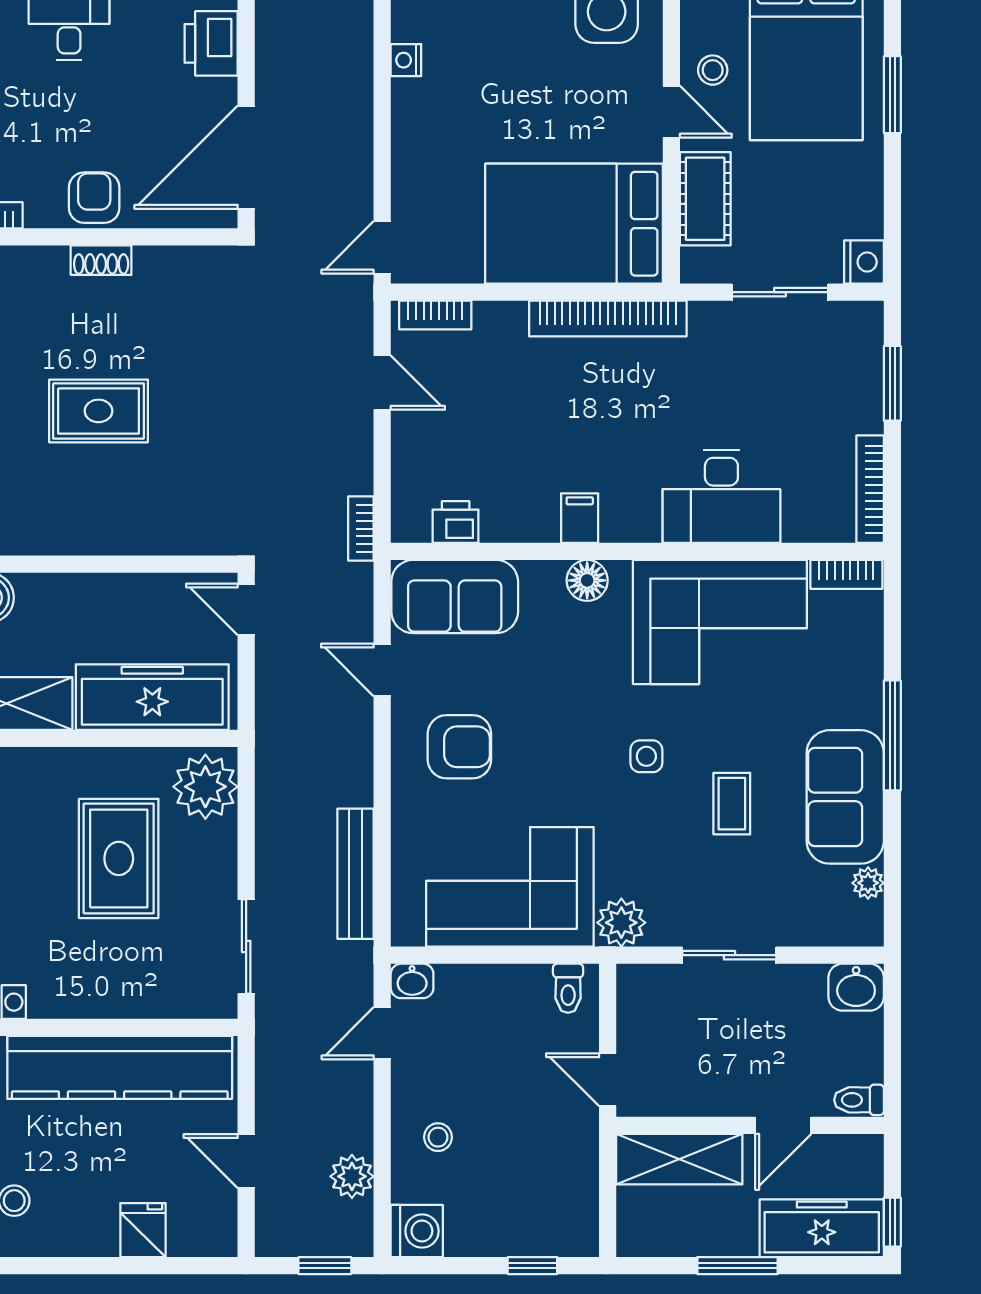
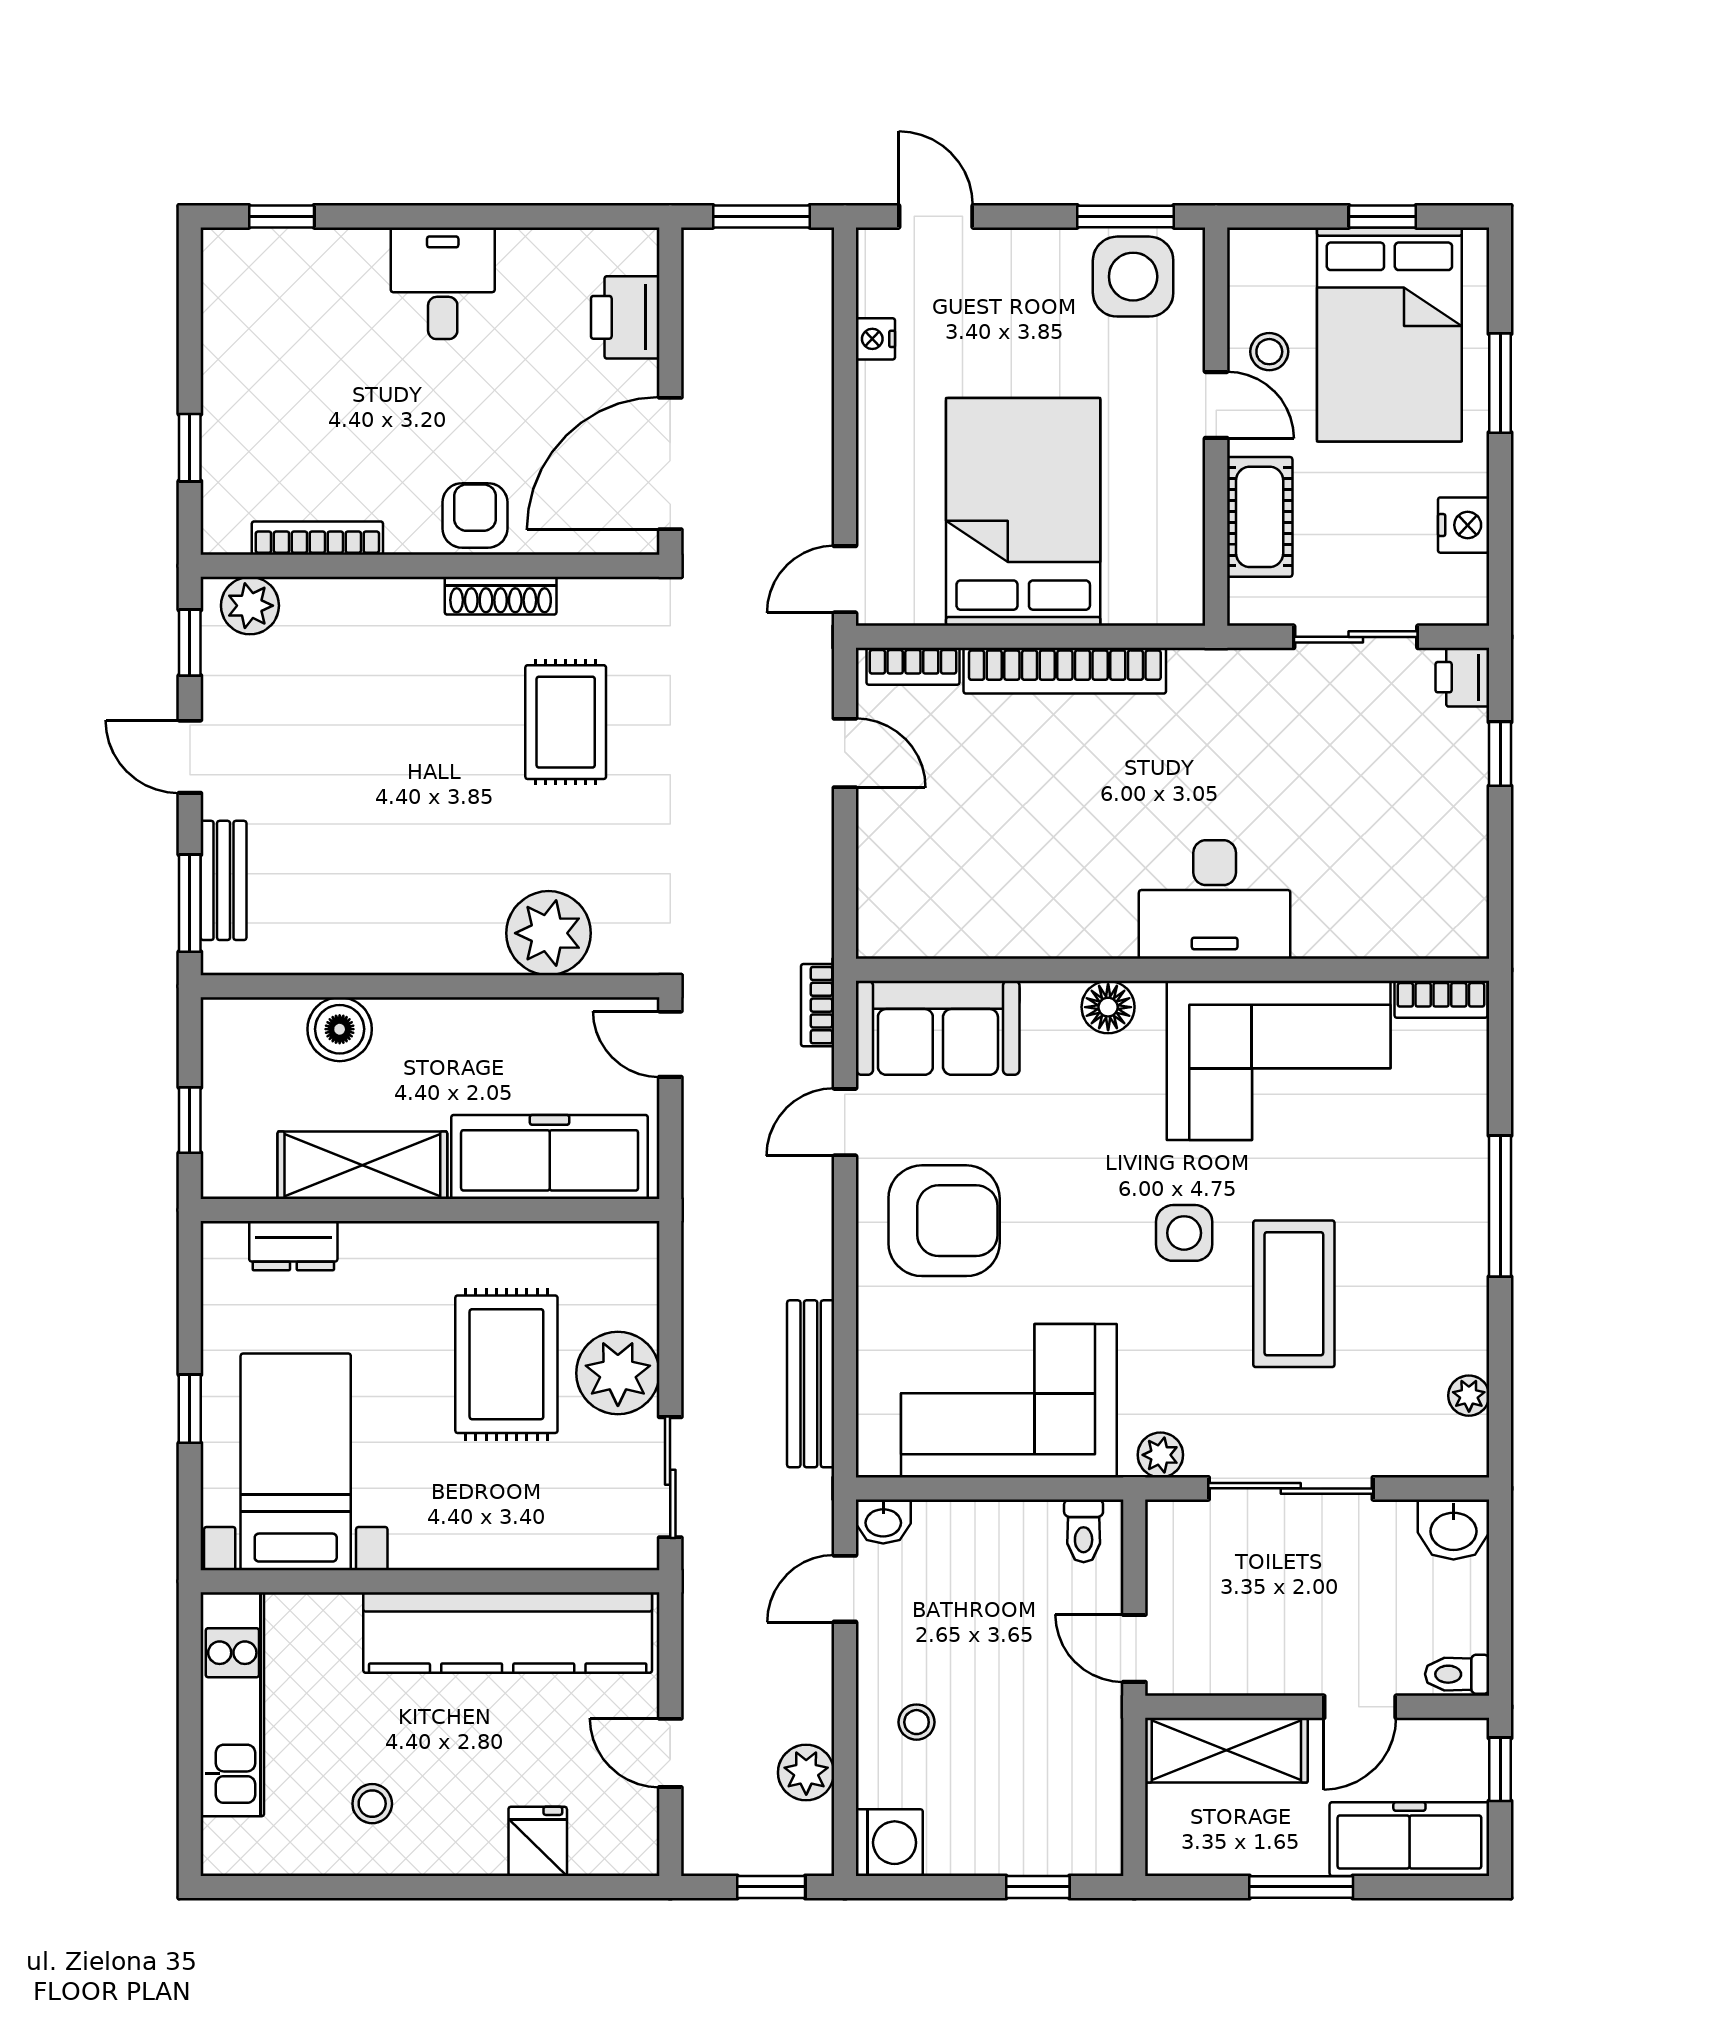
bed: (574, 224) -> (1023, 512), moved, turned 90
shoe rack: (101, 260) -> (501, 596), width x1.43
nightstand: (864, 262) -> (1464, 525), moved
bookcase: (608, 318) -> (1065, 671), moved
window: (892, 383) -> (1500, 754), width x0.67
rug: (98, 411) -> (566, 722), moved, turned 90
bookcase: (870, 489) -> (1471, 890), removed
desk: (721, 497) -> (1215, 899), moved
filing cabinet: (580, 518) -> (1098, 927), removed
printer: (456, 522) -> (1462, 677), moved, turned -90
plant: (151, 523) -> (549, 933), added
bookcase: (361, 529) -> (818, 1005), moved
door: (382, 670) -> (845, 1122), hinge flipped
armchair: (459, 747) -> (944, 1221), width x1.36, depth x1.36
side table: (646, 756) -> (1184, 1233), width x1.37, depth x1.37
plant: (205, 787) -> (618, 1373), moved
sofa: (845, 797) -> (1440, 1285), removed
coffee table: (732, 804) -> (1294, 1294), width x1.86, depth x1.72
plant: (621, 923) -> (1160, 1455), width x0.73, depth x0.73
sliding door: (729, 955) -> (1291, 1488), width x1.37
window: (892, 1222) -> (1500, 1769), moved

